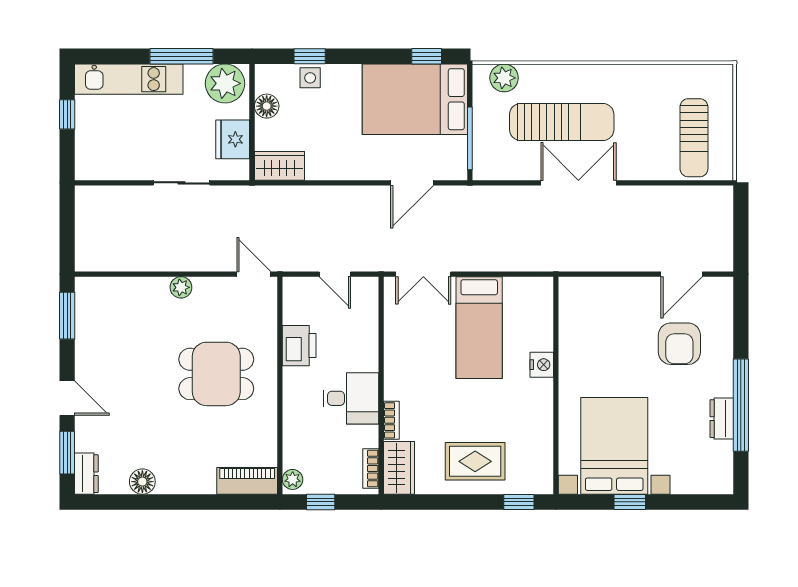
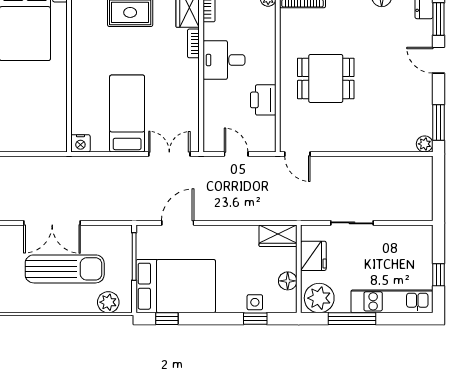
sun lounger: (562, 122) -> (65, 269), turned 180
plant: (181, 287) -> (425, 144), moved
nightstand: (542, 365) -> (80, 143), moved, turned -90

